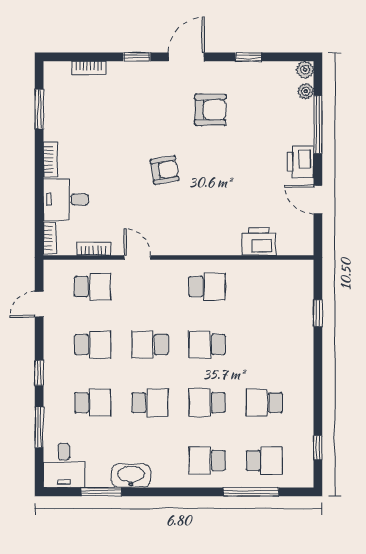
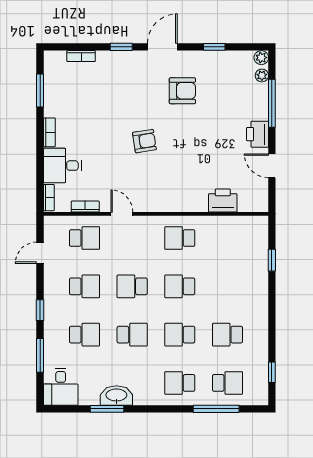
school desk: (207, 287) -> (180, 238), turned 180
window: (101, 492) -> (107, 409), moved

